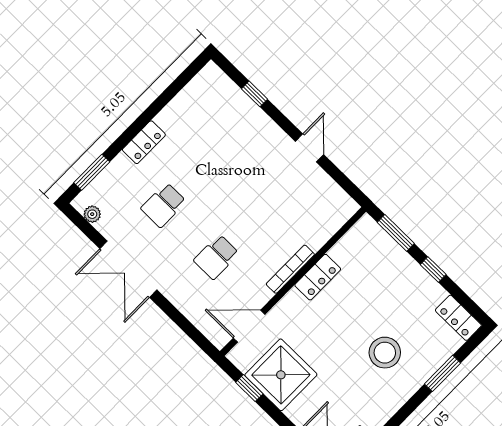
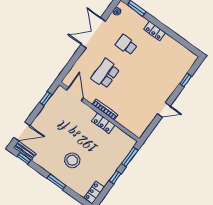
school desk: (216, 257) -> (105, 74), width x1.85
window: (443, 373) -> (56, 182), moved
shower: (281, 375) -> (54, 113), removed

